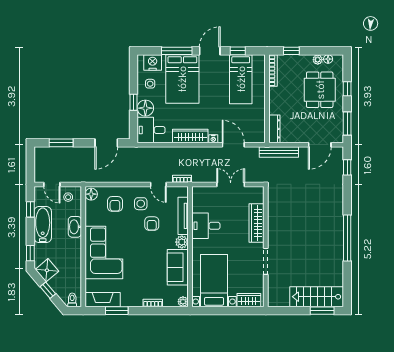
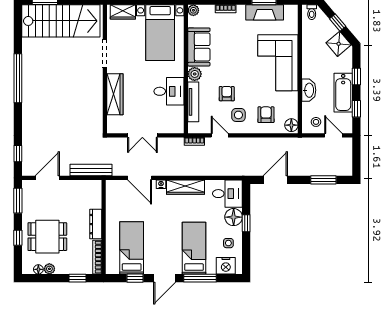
bed: (182, 79) -> (194, 248), width x0.67
dining table: (320, 90) -> (47, 237), turned 90
dresser: (274, 129) -> (96, 224), moved
window: (30, 253) -> (356, 77), moved
stairs: (317, 297) -> (61, 21), width x1.36, depth x1.51
fireplace: (103, 300) -> (265, 12), moved

